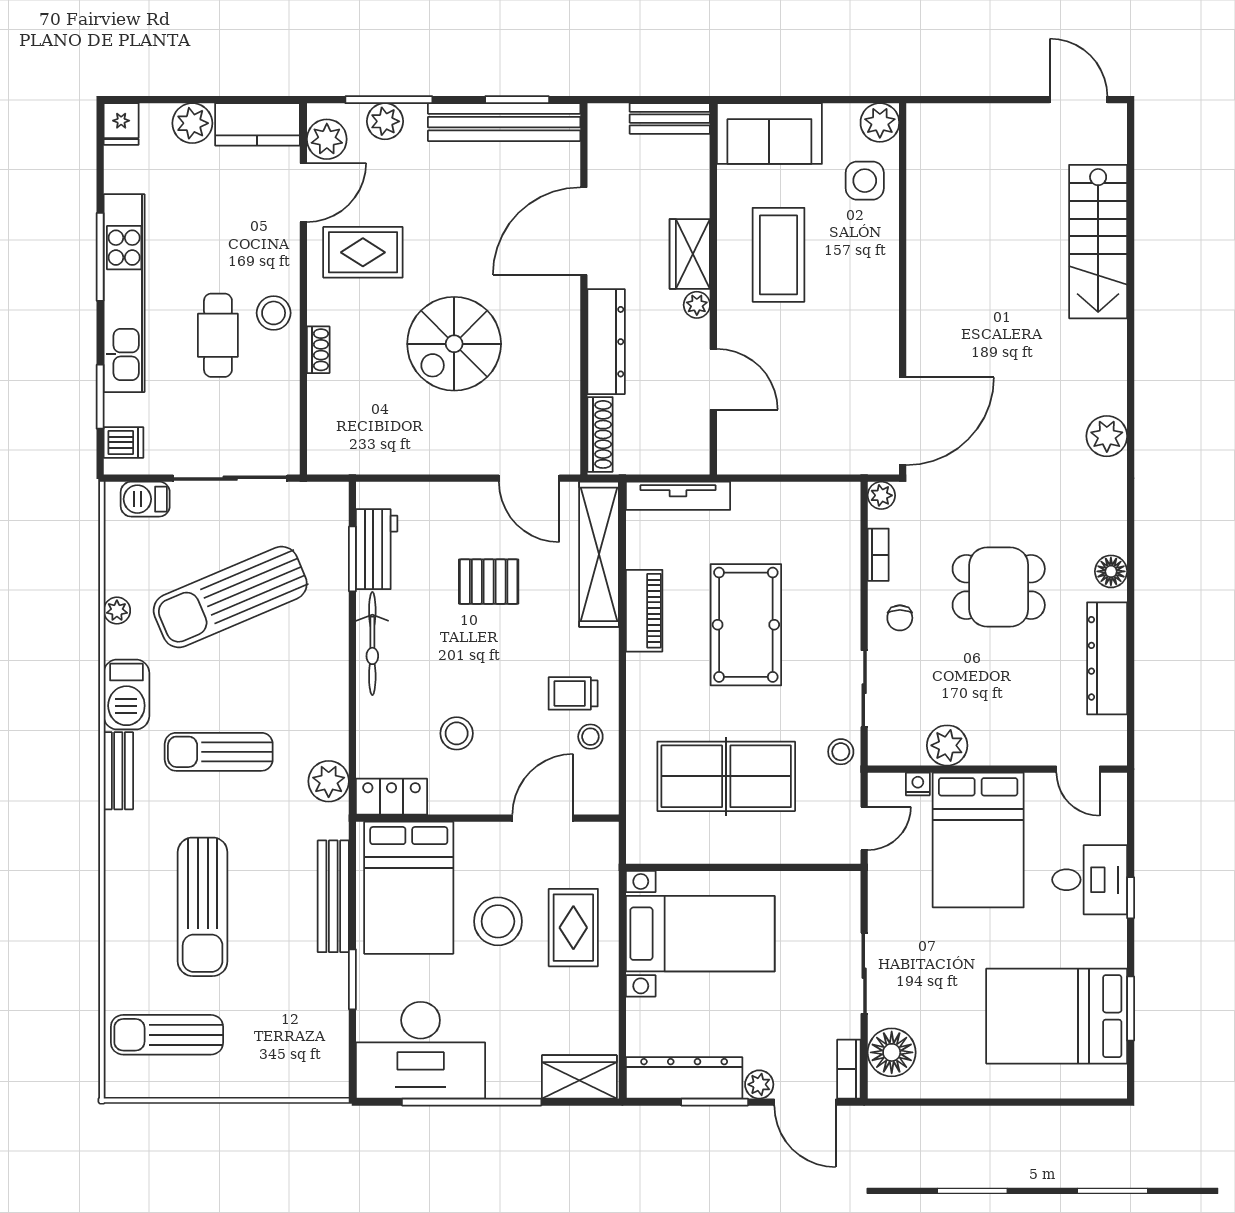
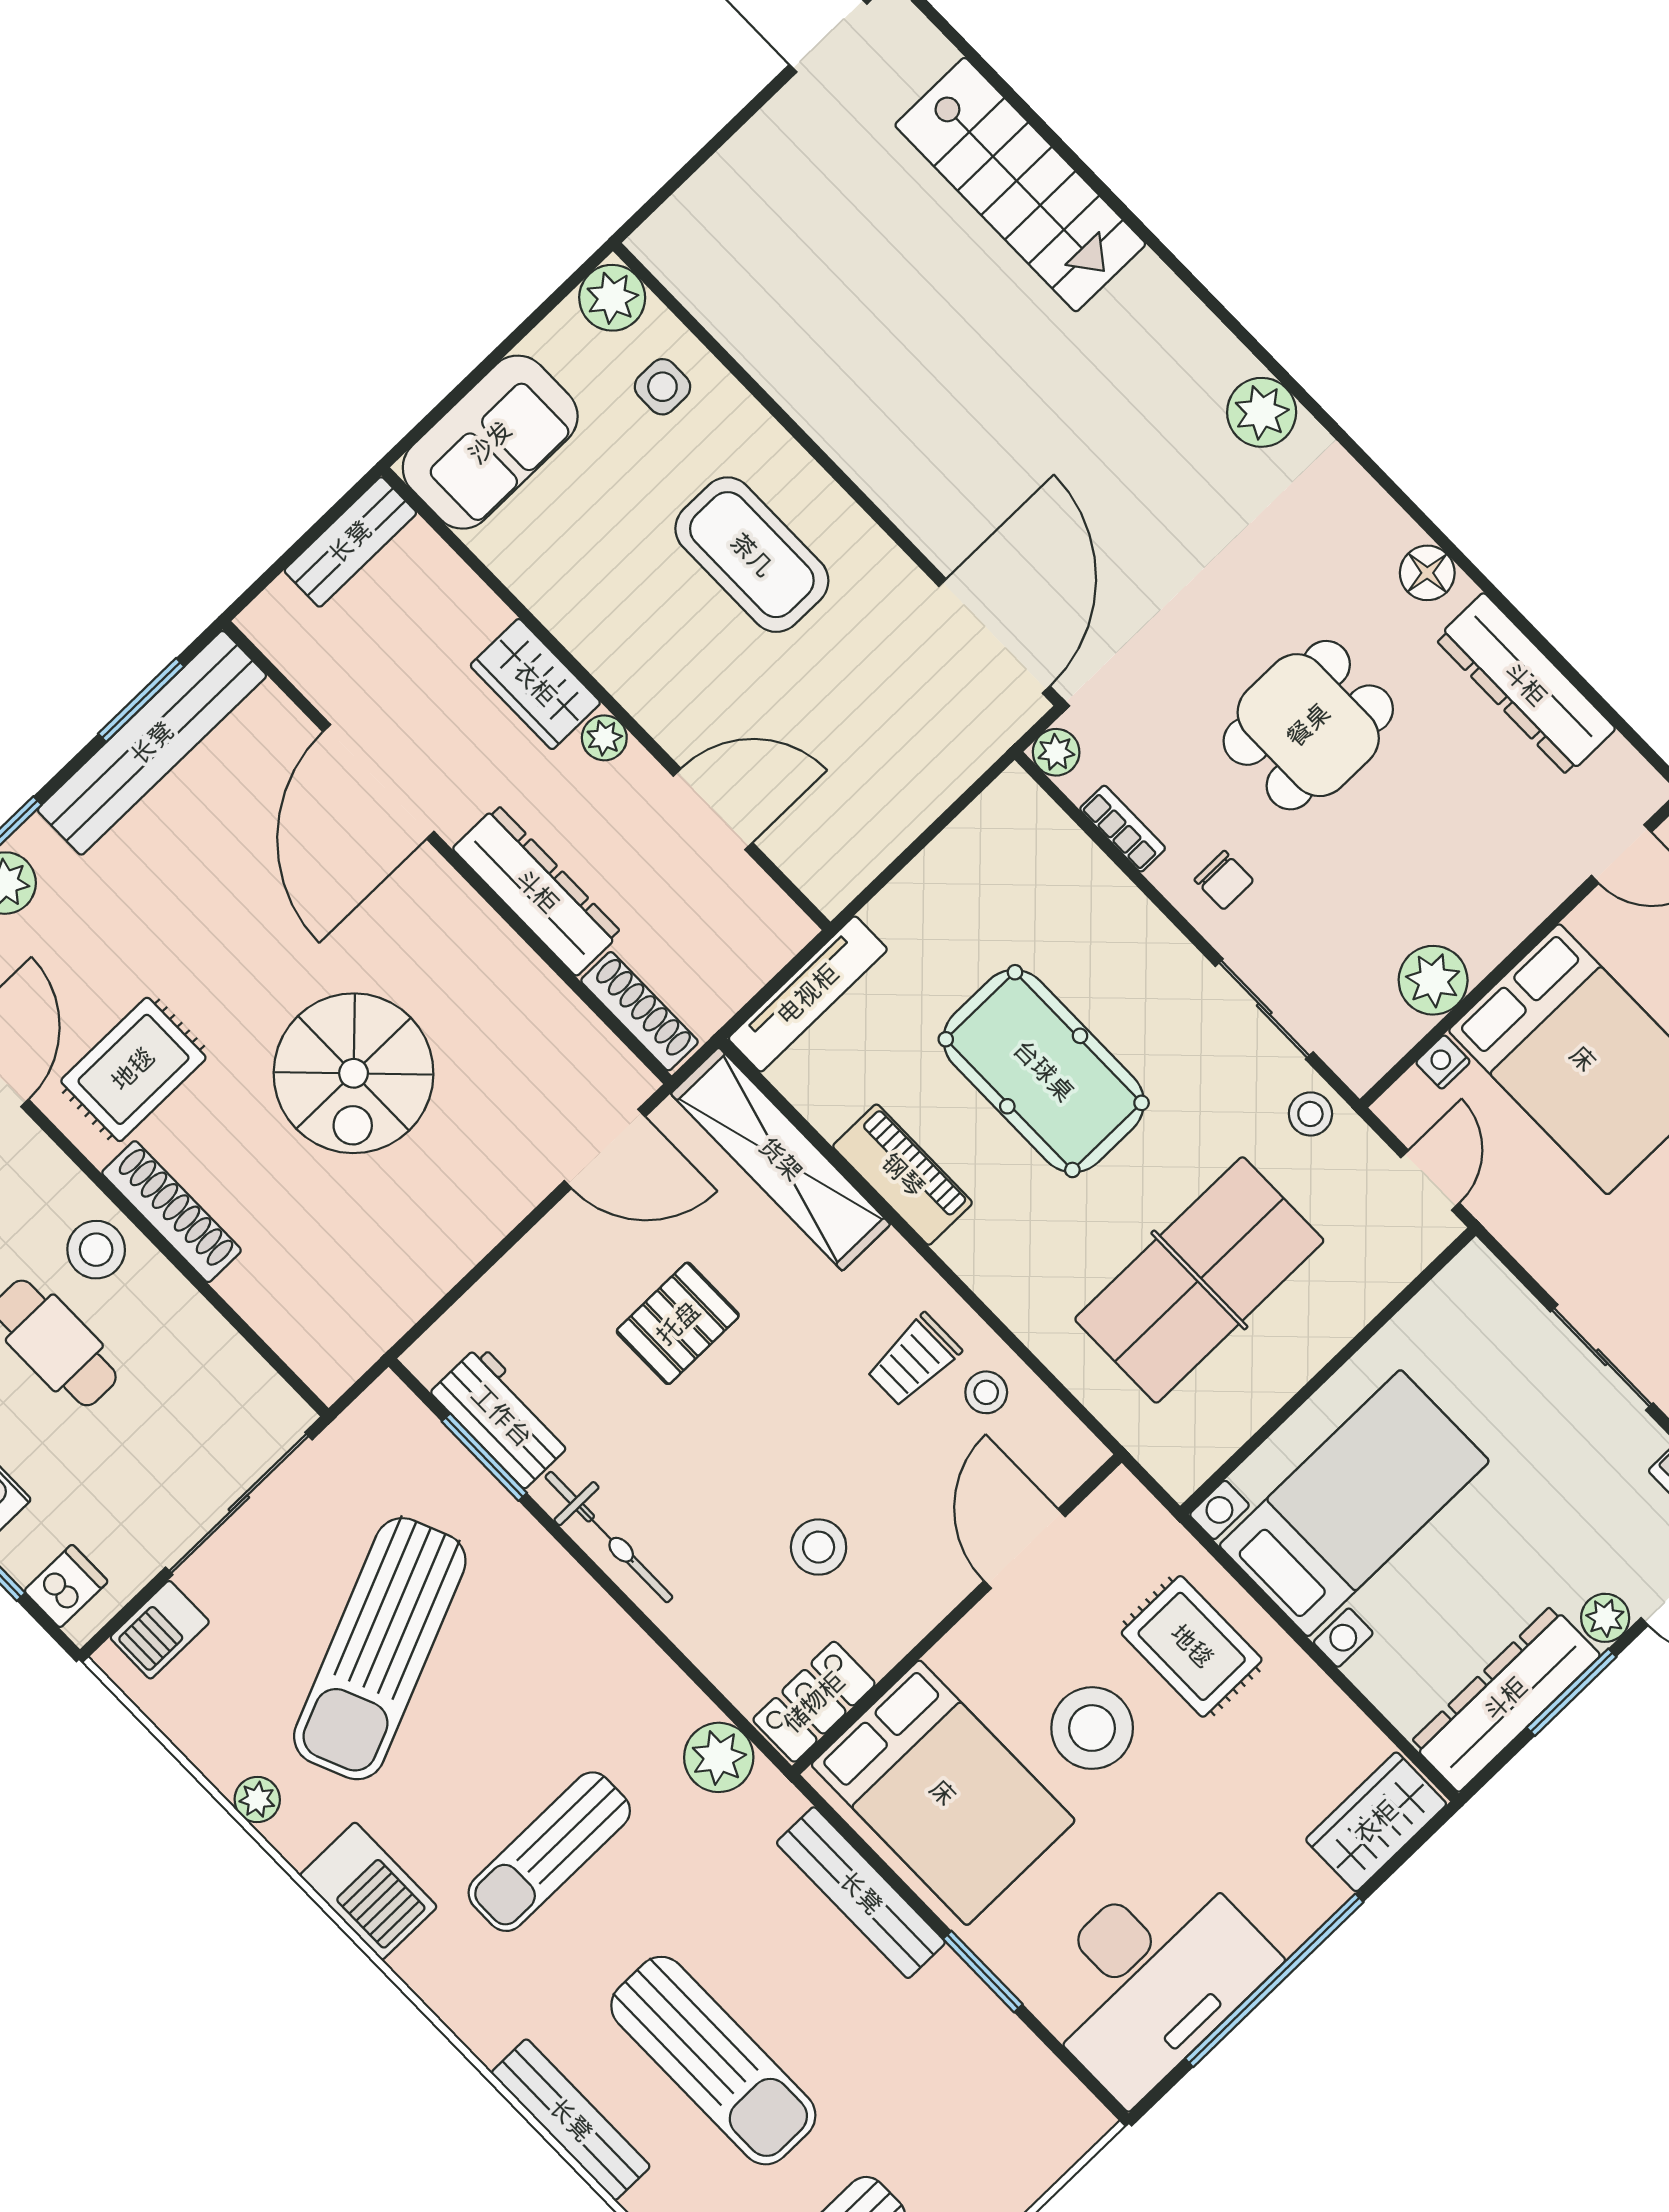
side table: (865, 181) -> (662, 387), width x0.73, depth x0.73
coffee table: (779, 255) -> (752, 555), moved
shoe rack: (318, 350) -> (172, 1212), width x1.94, depth x1.24
bench: (118, 771) -> (571, 2120), moved, width x1.36

